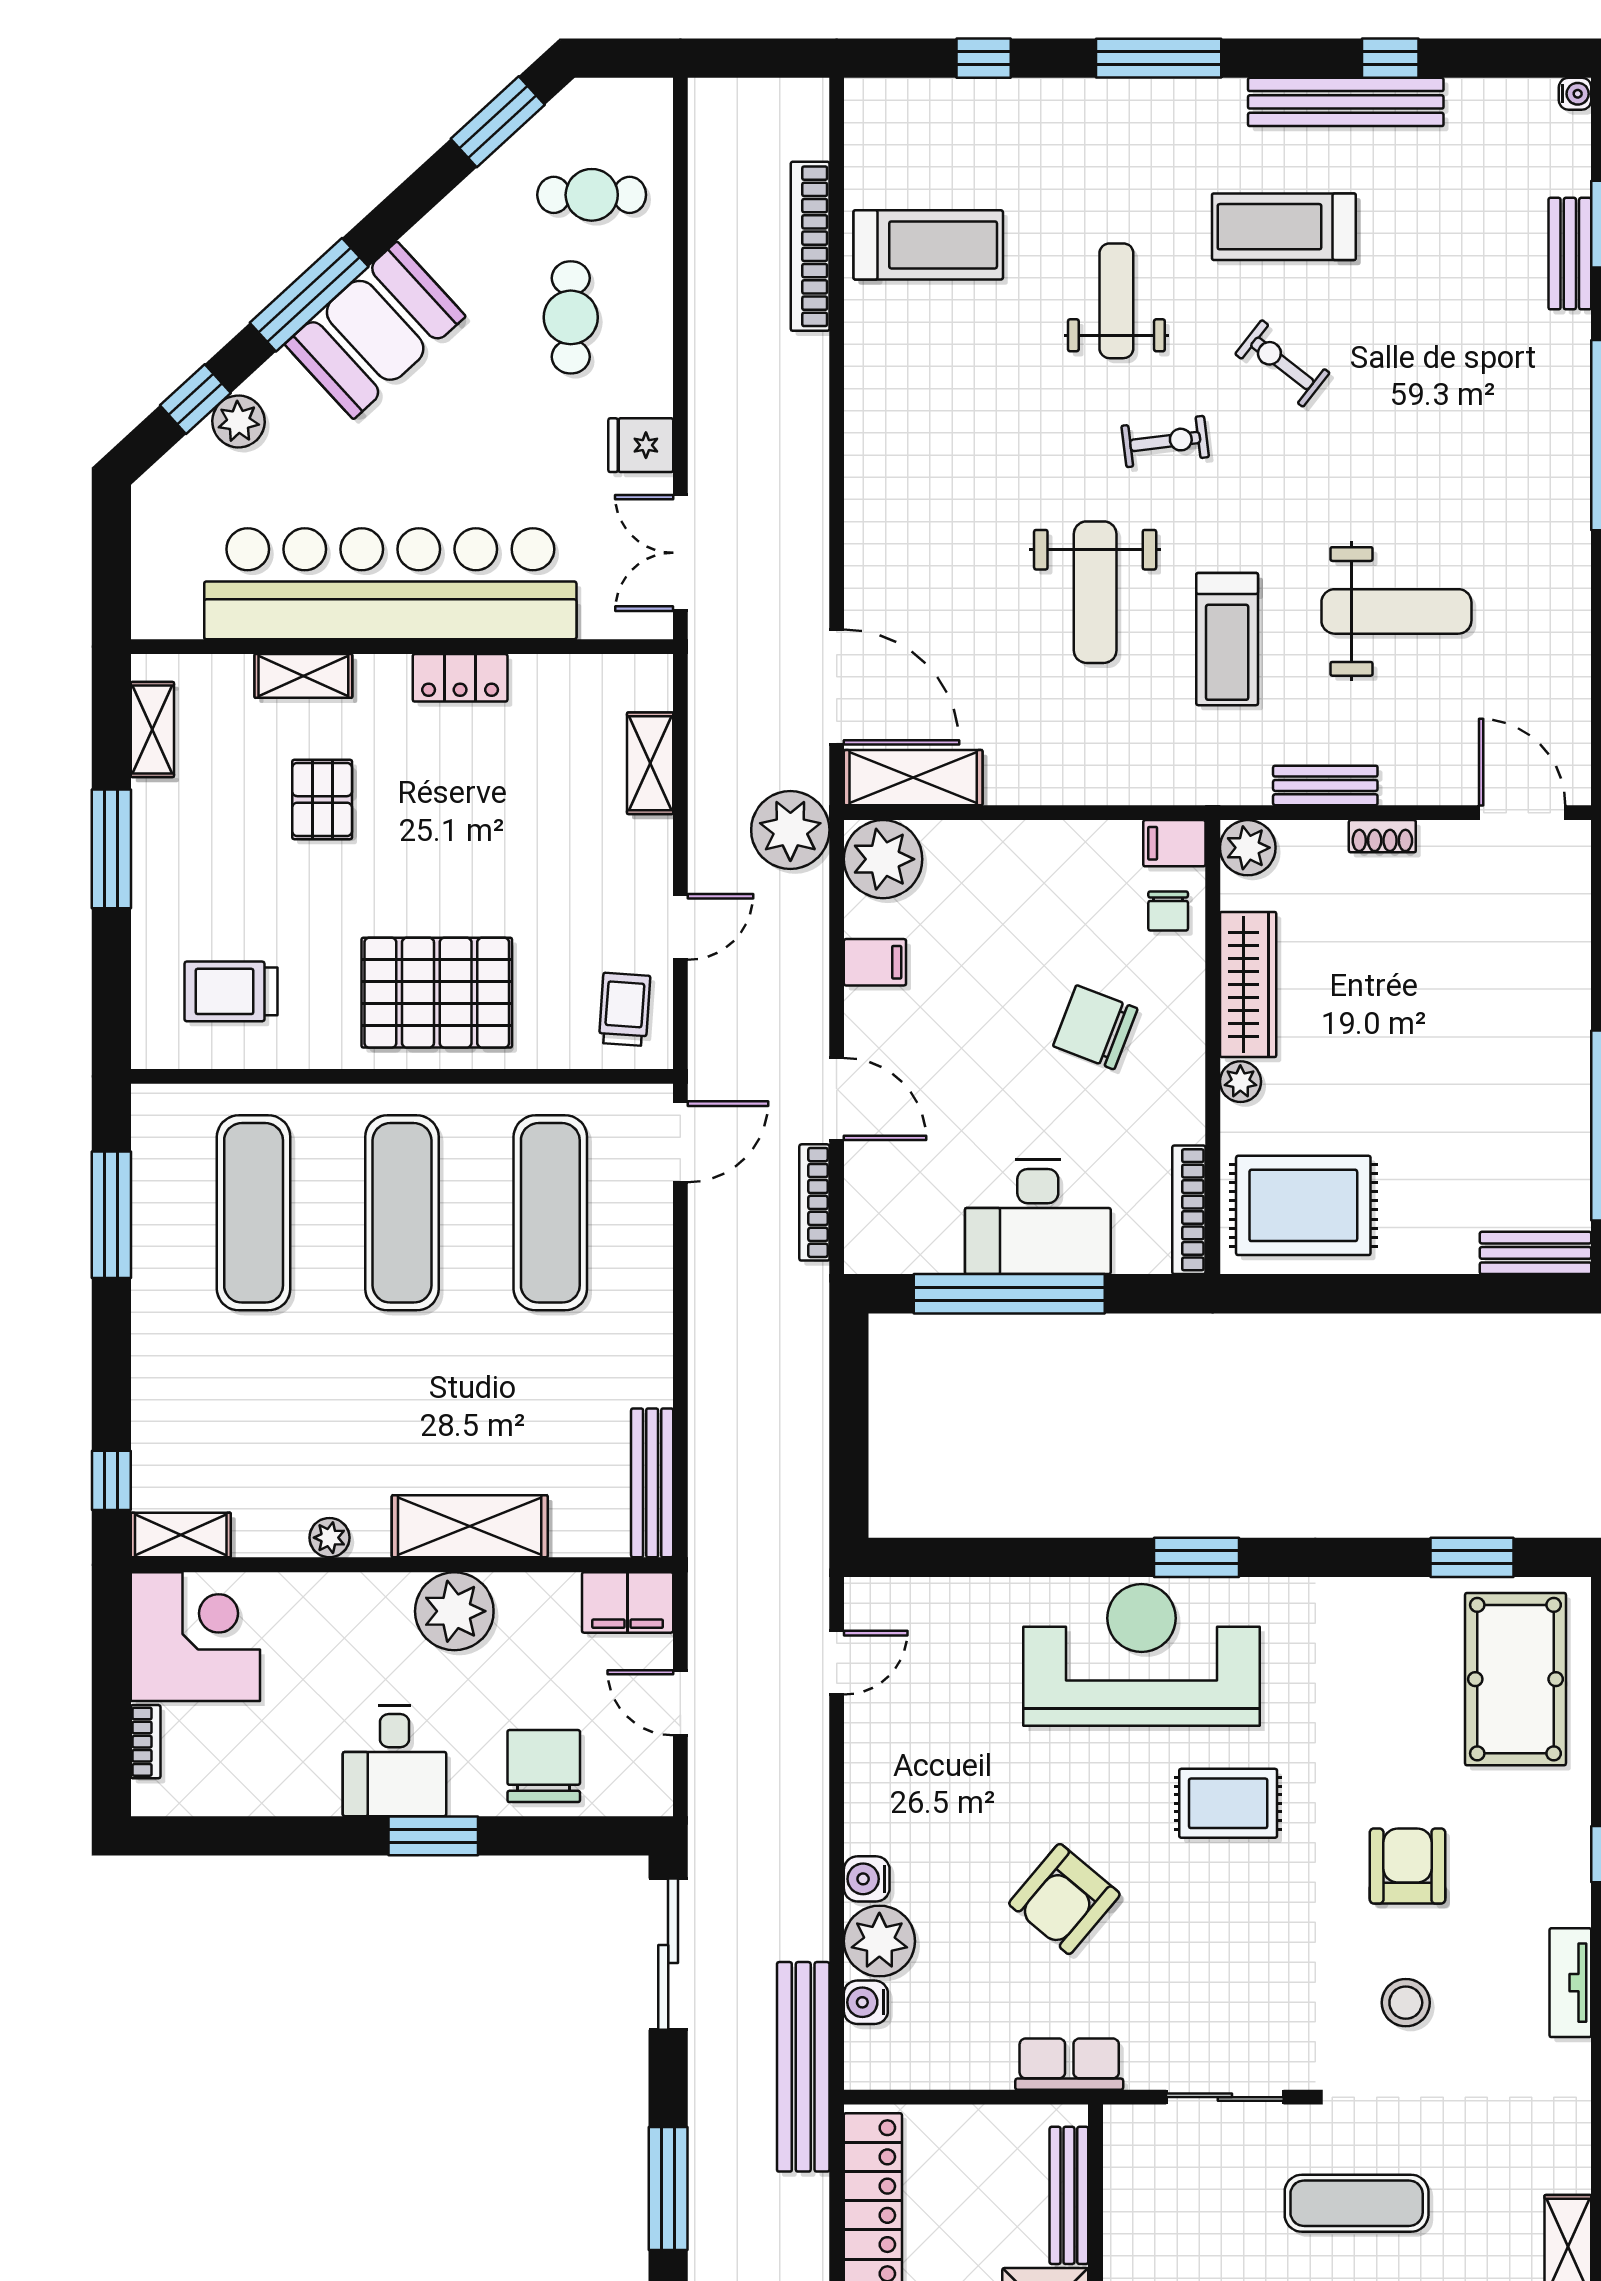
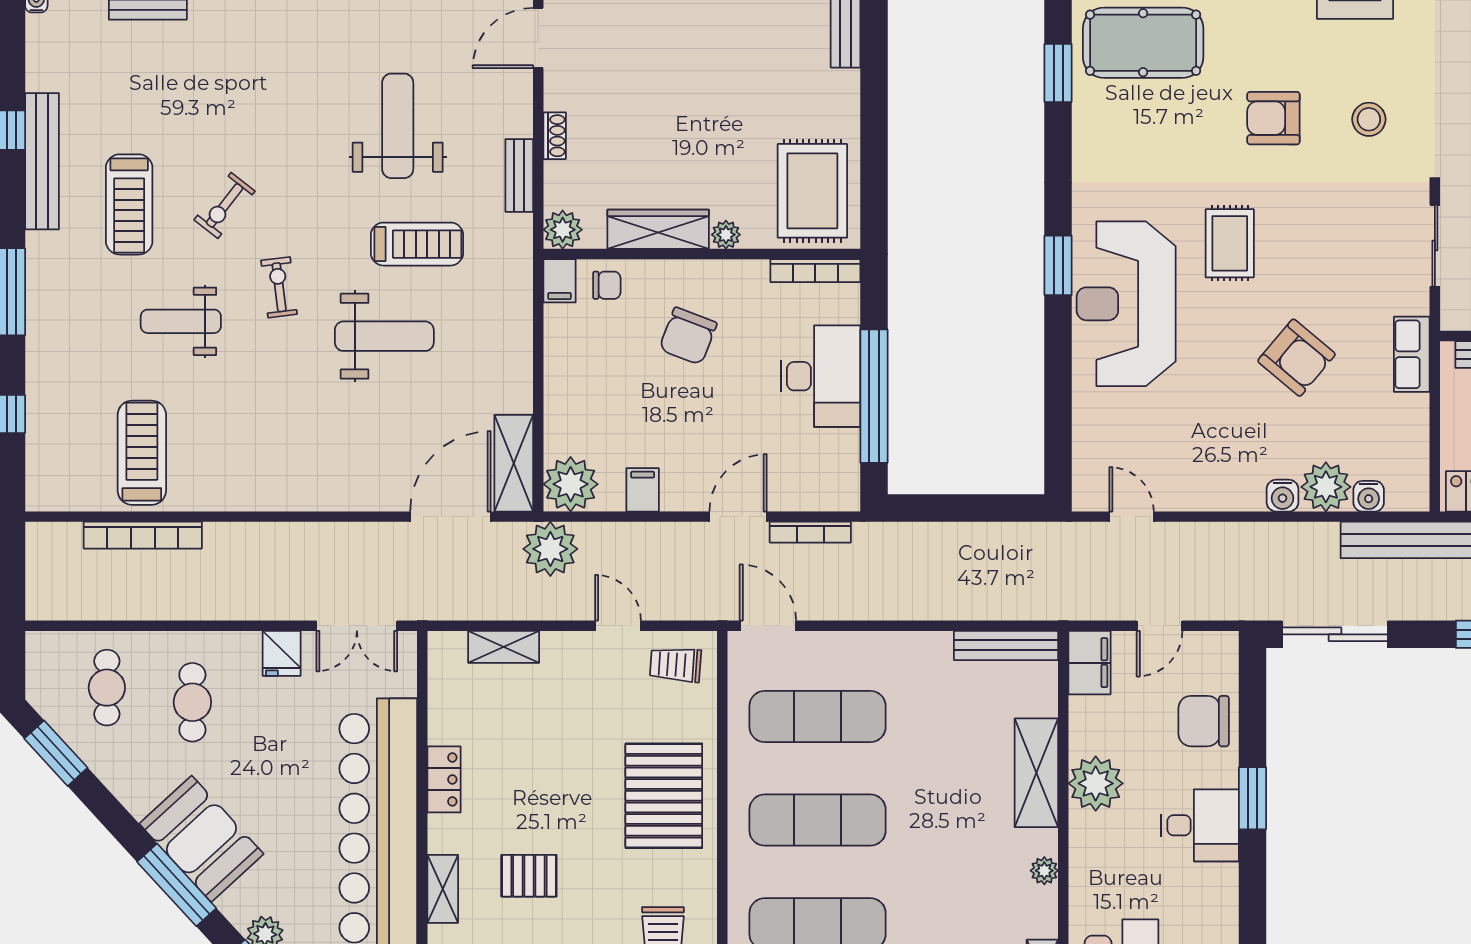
cafe table: (571, 317) -> (192, 702), turned 90

